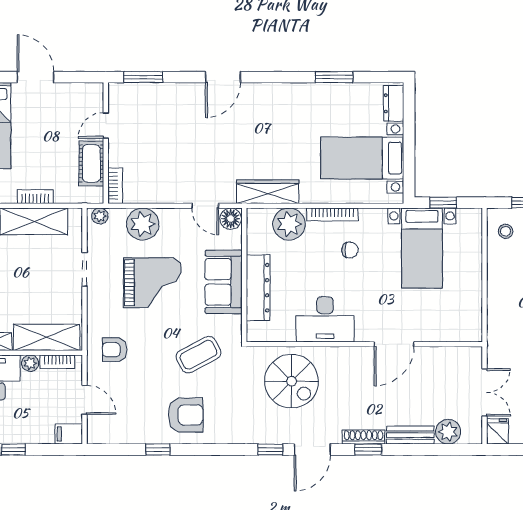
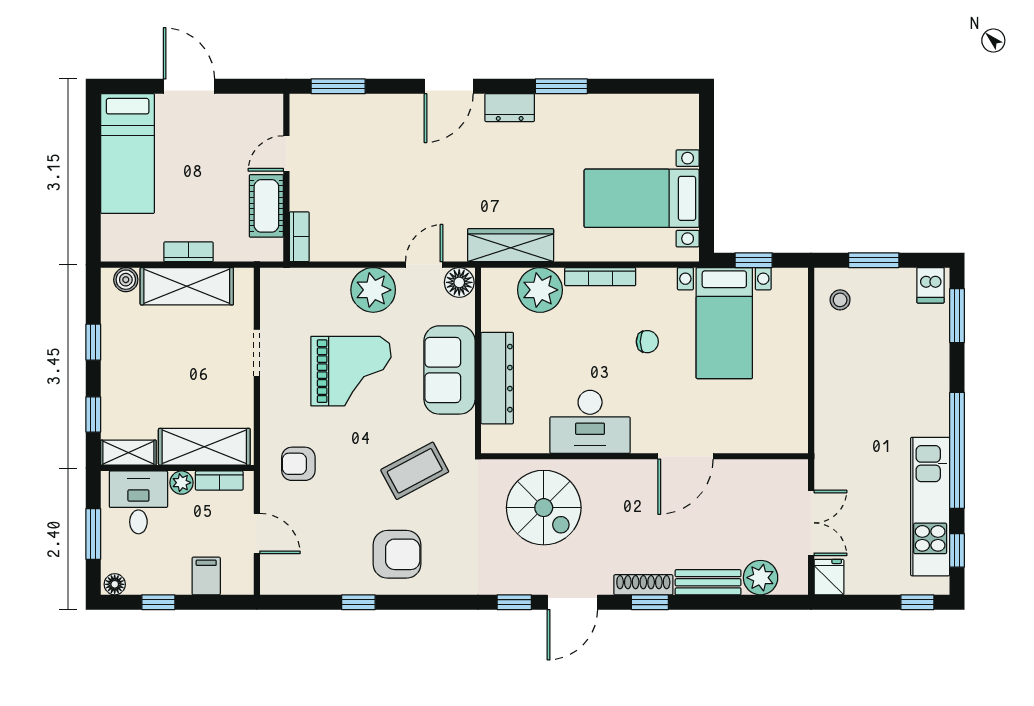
window: (334, 77) -> (561, 86), moved
dresser: (394, 103) -> (510, 108), moved, turned -90
door: (205, 206) -> (424, 265), swing flipped
plant: (100, 216) -> (278, 279), removed
plant: (143, 224) -> (373, 290), moved
chair: (350, 250) -> (647, 342), moved
filing cabinet: (69, 434) -> (206, 576), moved, turned 90

